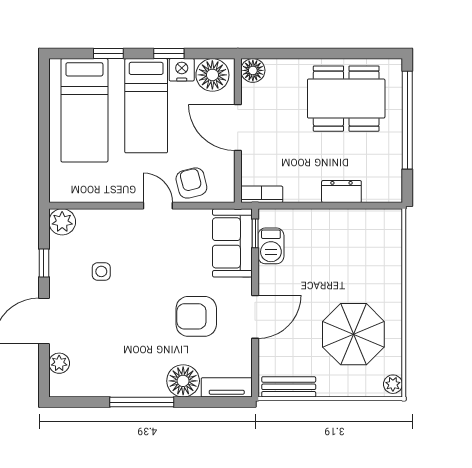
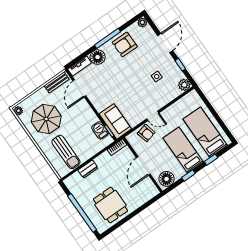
nightstand: (182, 70) -> (179, 173), removed
floor lamp: (253, 70) -> (153, 191), removed
dining table: (346, 99) -> (110, 205), width x0.73
door: (238, 128) -> (143, 166), swing flipped
sun lounger: (359, 250) -> (66, 152), added
armchair: (196, 316) -> (125, 44), moved, turned 180
door: (255, 317) -> (79, 88), moved
plant: (59, 363) -> (142, 22), moved

